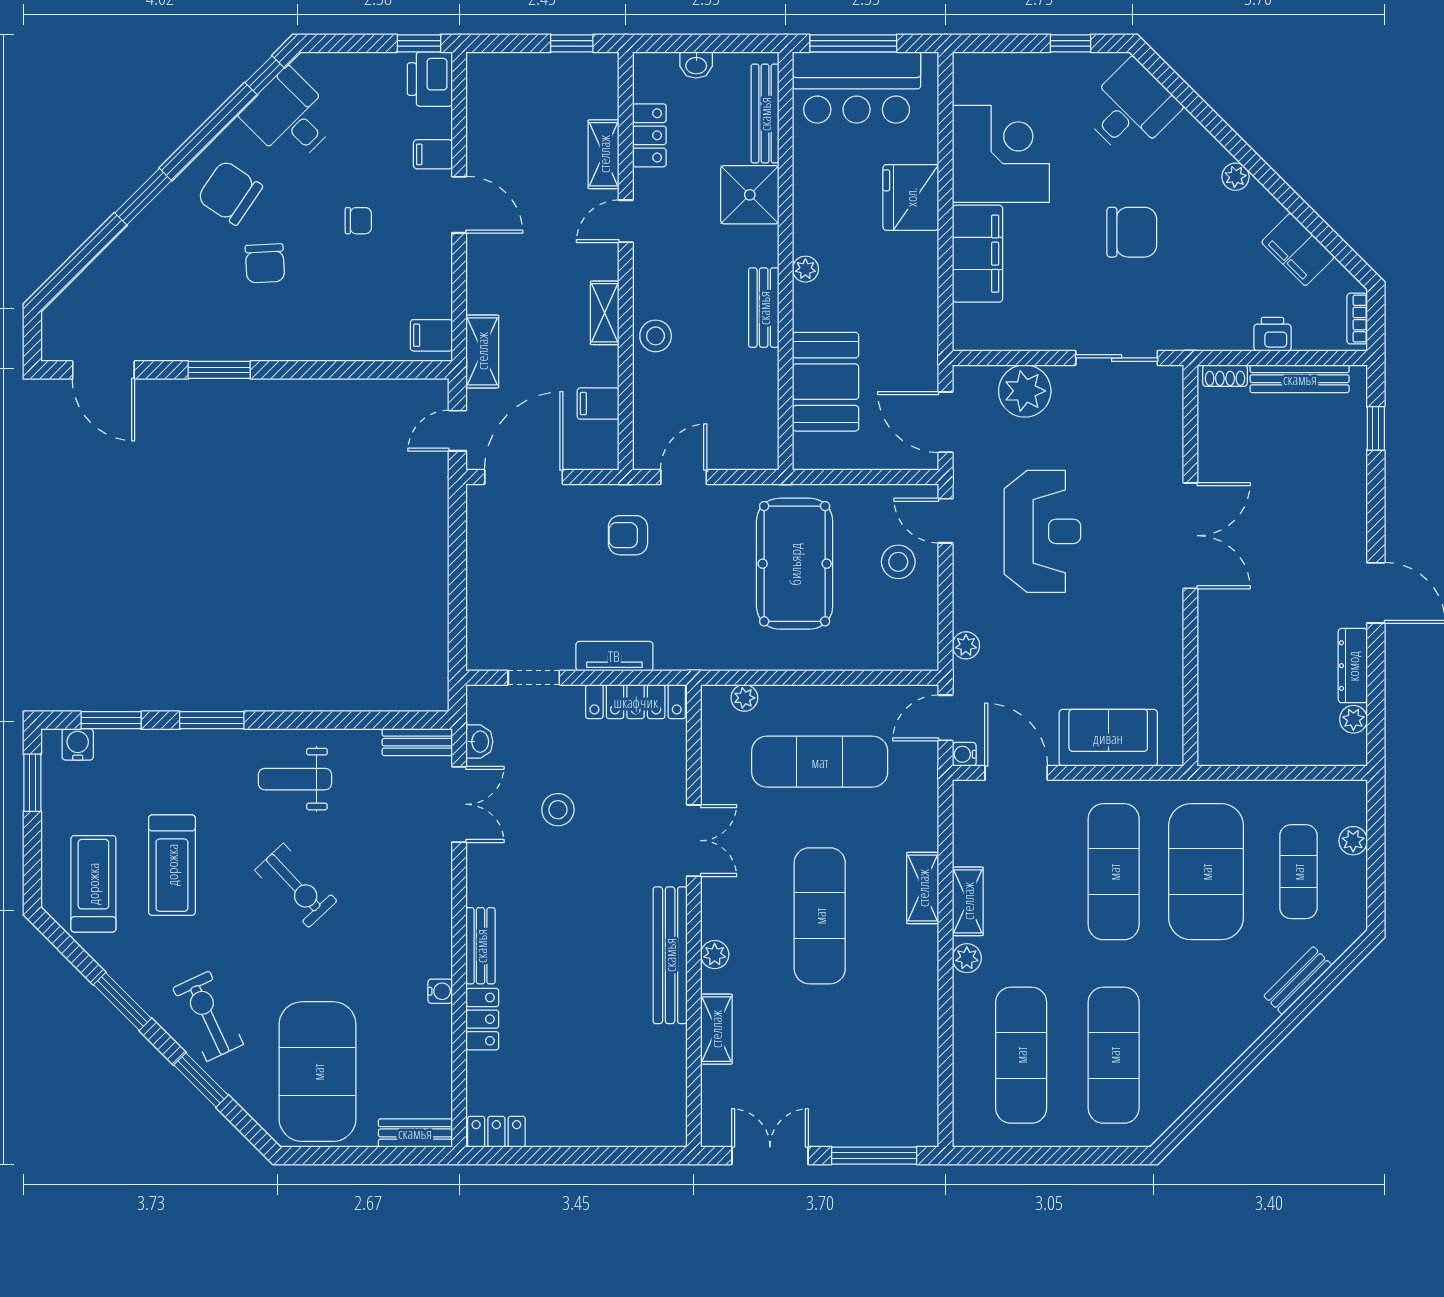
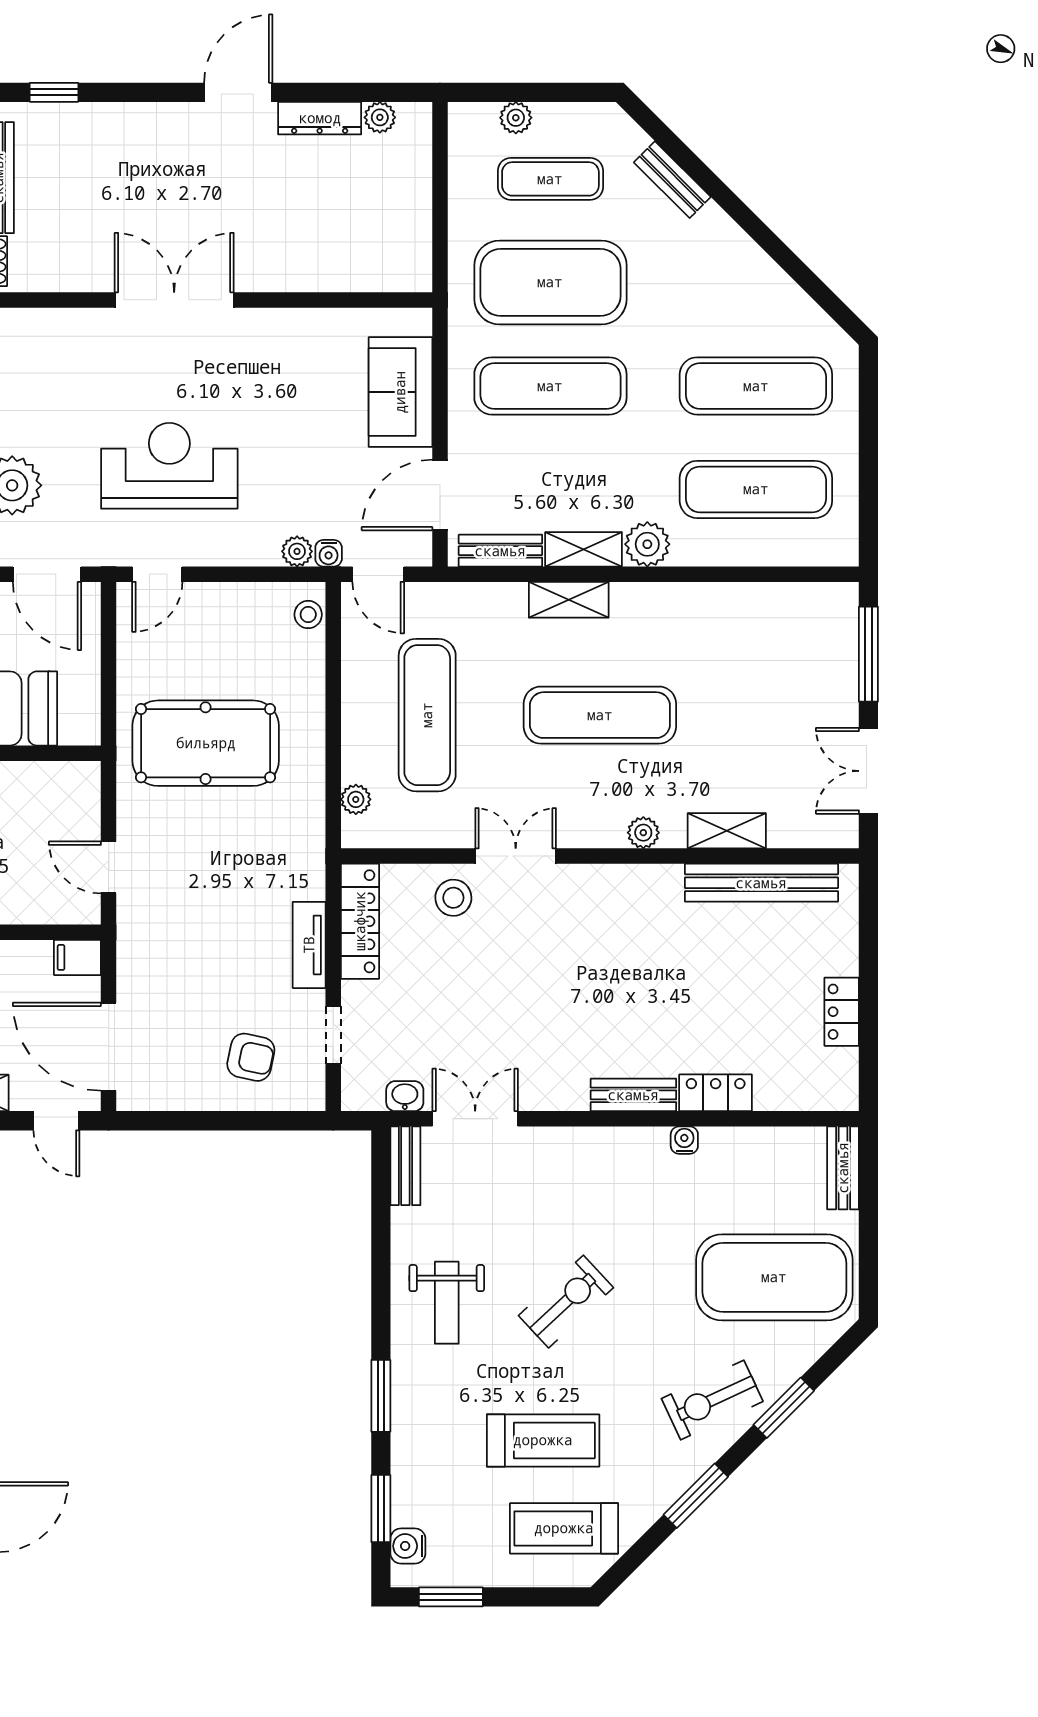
filing cabinet: (598, 404) -> (77, 957), moved, turned 90
door: (946, 422) -> (47, 574), hinge flipped
armchair: (628, 535) -> (251, 1057), moved, turned -78
stool: (898, 562) -> (308, 615), moved, width x0.73, depth x0.73
water cooler: (964, 754) -> (329, 553), moved
stool: (558, 810) -> (453, 898), moved
bench: (967, 827) -> (500, 551), added
bench: (670, 955) -> (761, 883), moved
plant: (967, 958) -> (647, 544), width x1.38, depth x1.38
locker: (496, 1132) -> (842, 1012), moved

